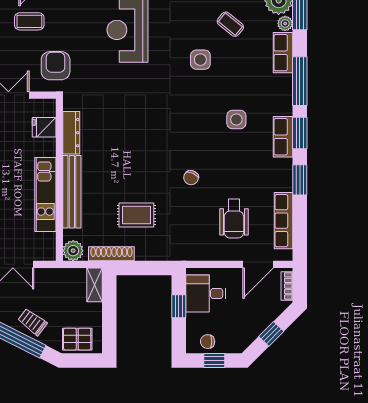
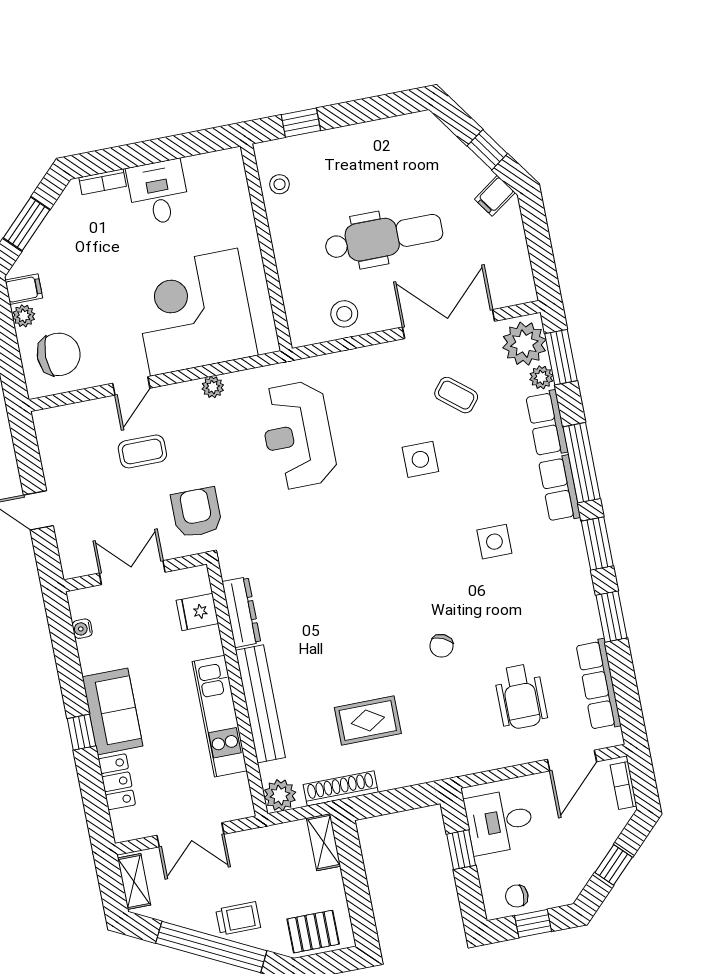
row of seats: (283, 137) -> (559, 489), moved
trolley: (32, 322) -> (238, 918), turned 143

